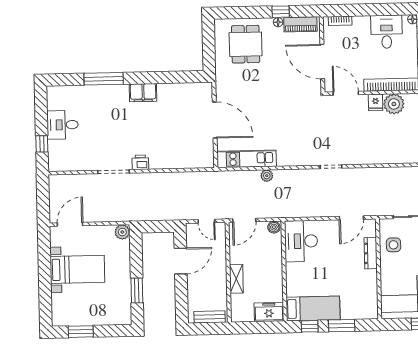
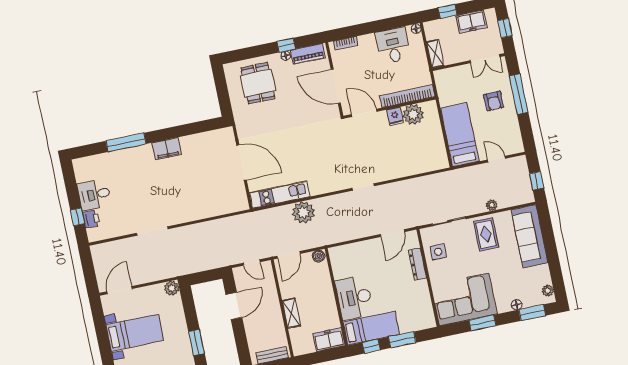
printer: (140, 162) -> (91, 219), moved, turned 90
plant: (267, 176) -> (303, 212), width x1.87, depth x1.87
desk: (301, 241) -> (354, 298), moved

